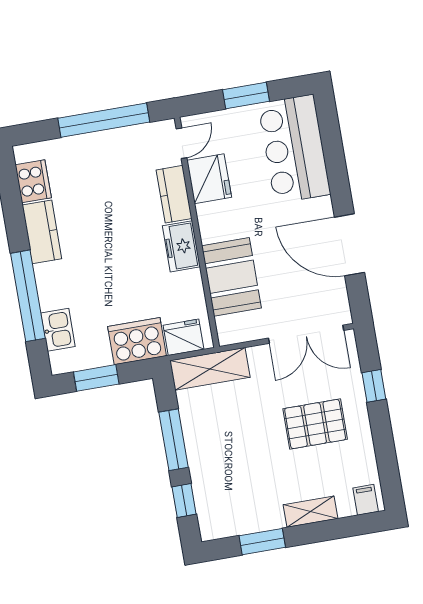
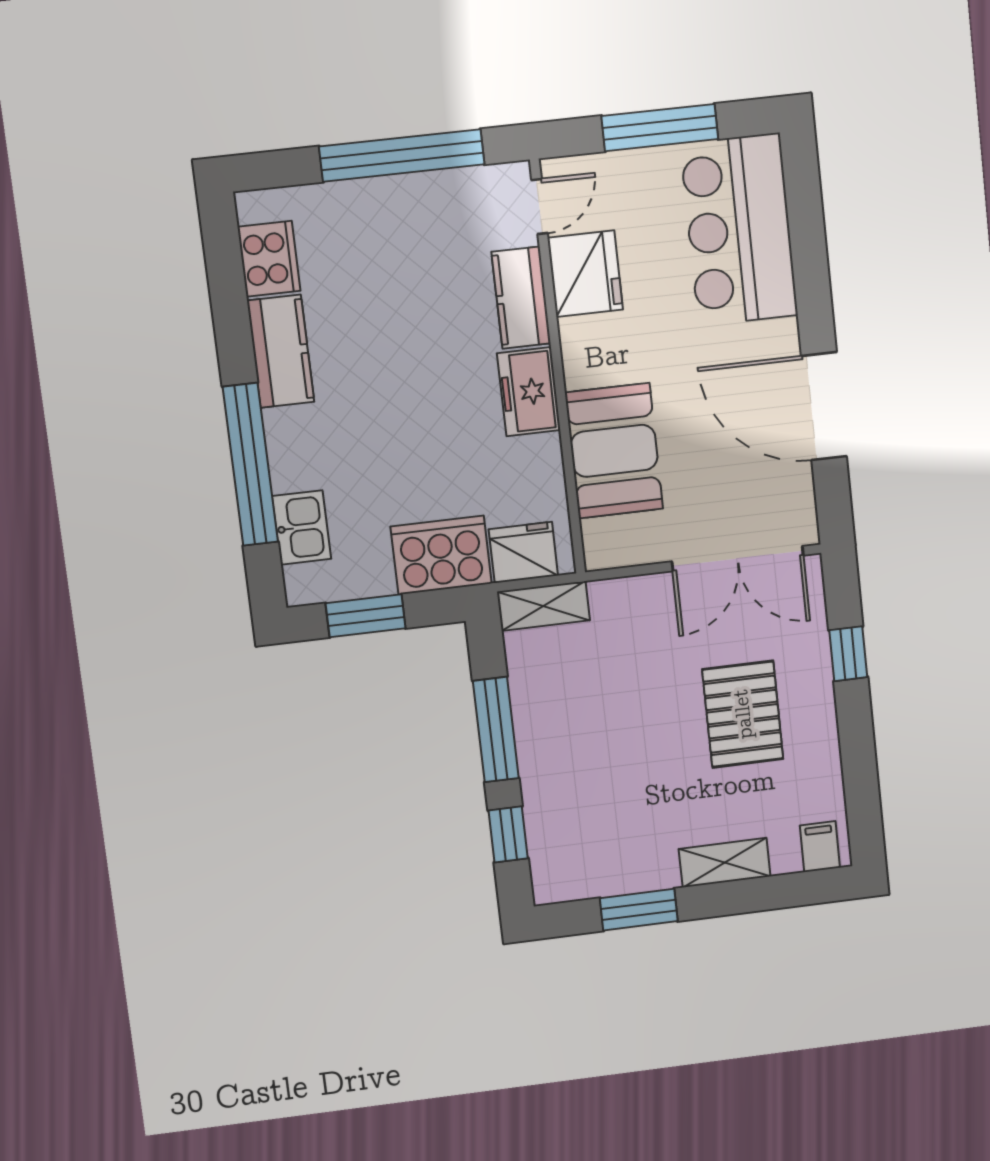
window: (246, 96) -> (660, 128), width x1.44
shelving: (210, 369) -> (543, 606), width x0.67, depth x0.75
pallet: (315, 424) -> (743, 714), turned 90

